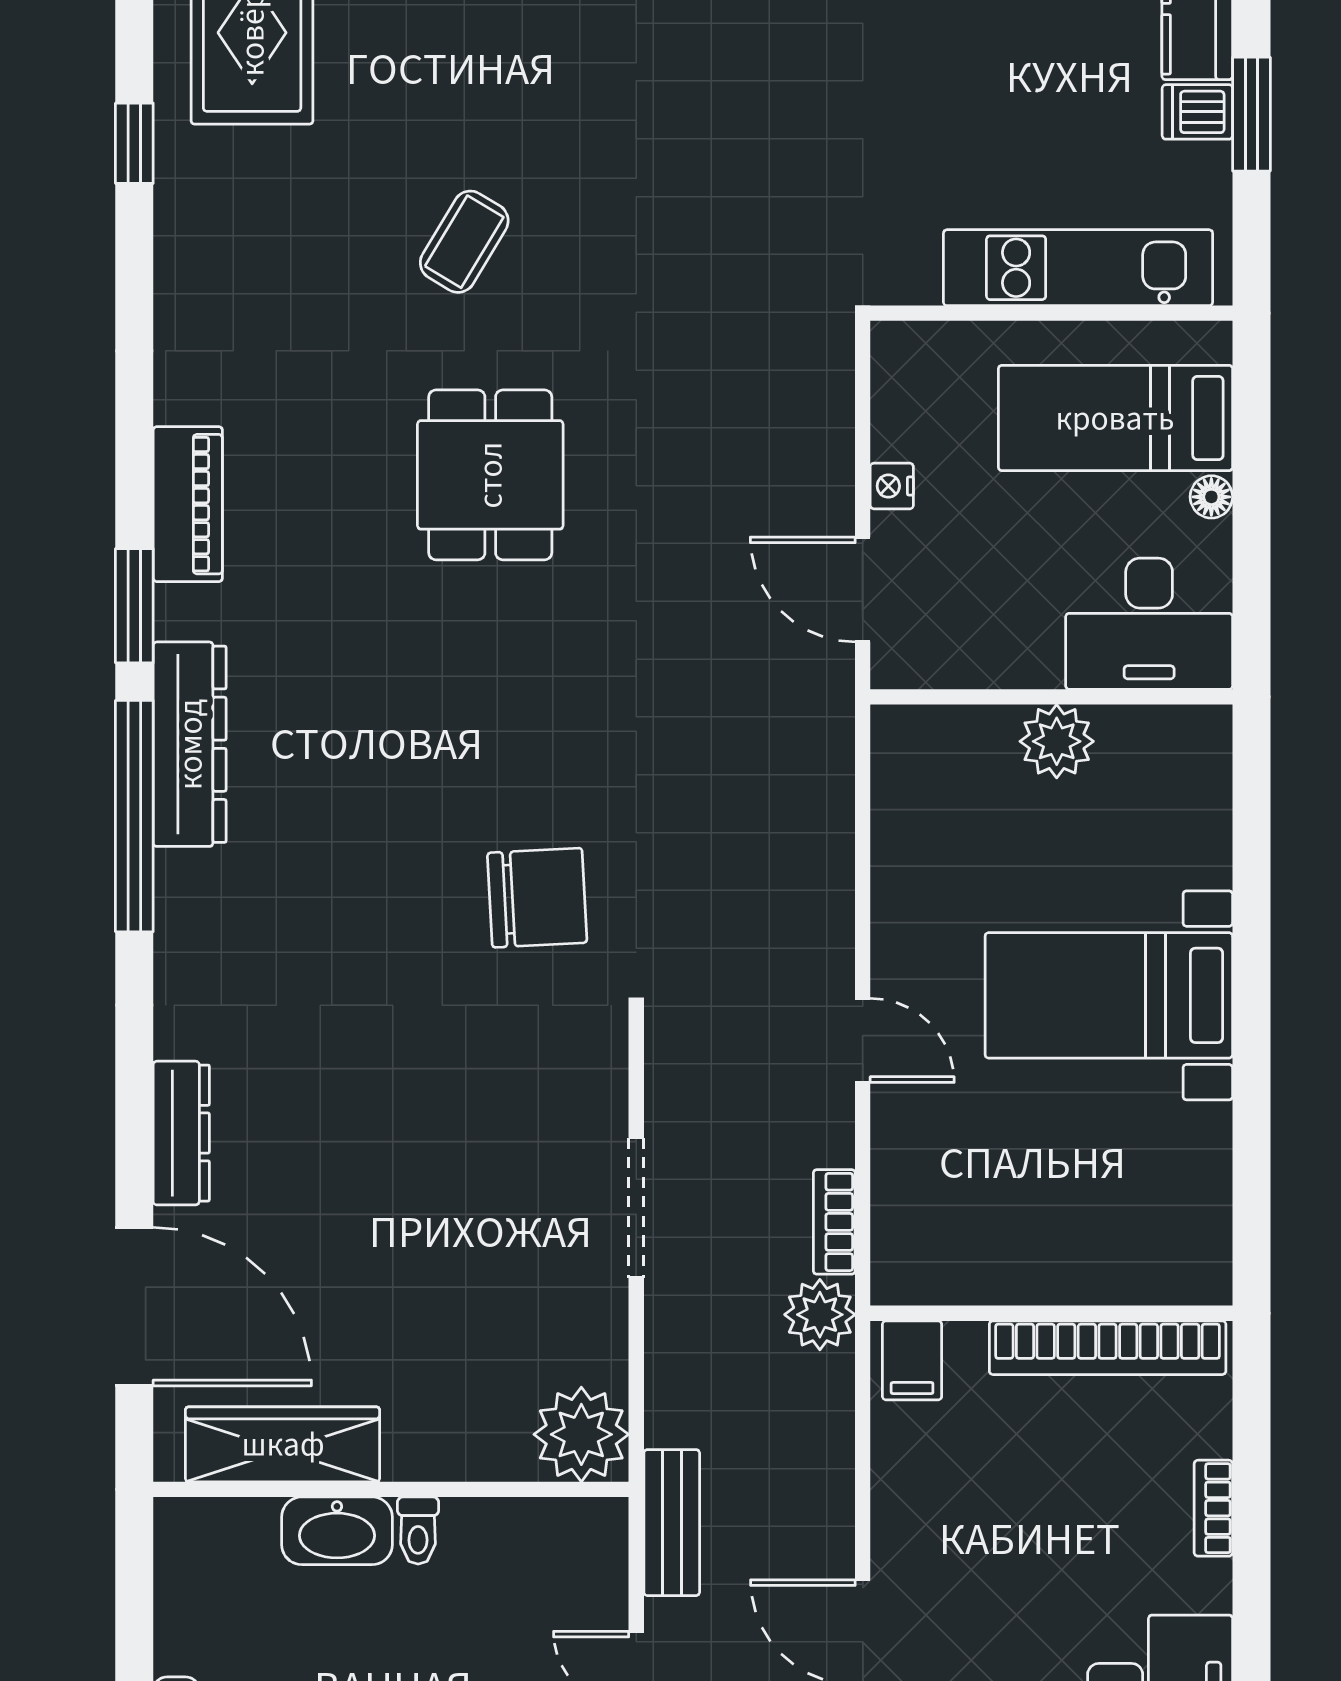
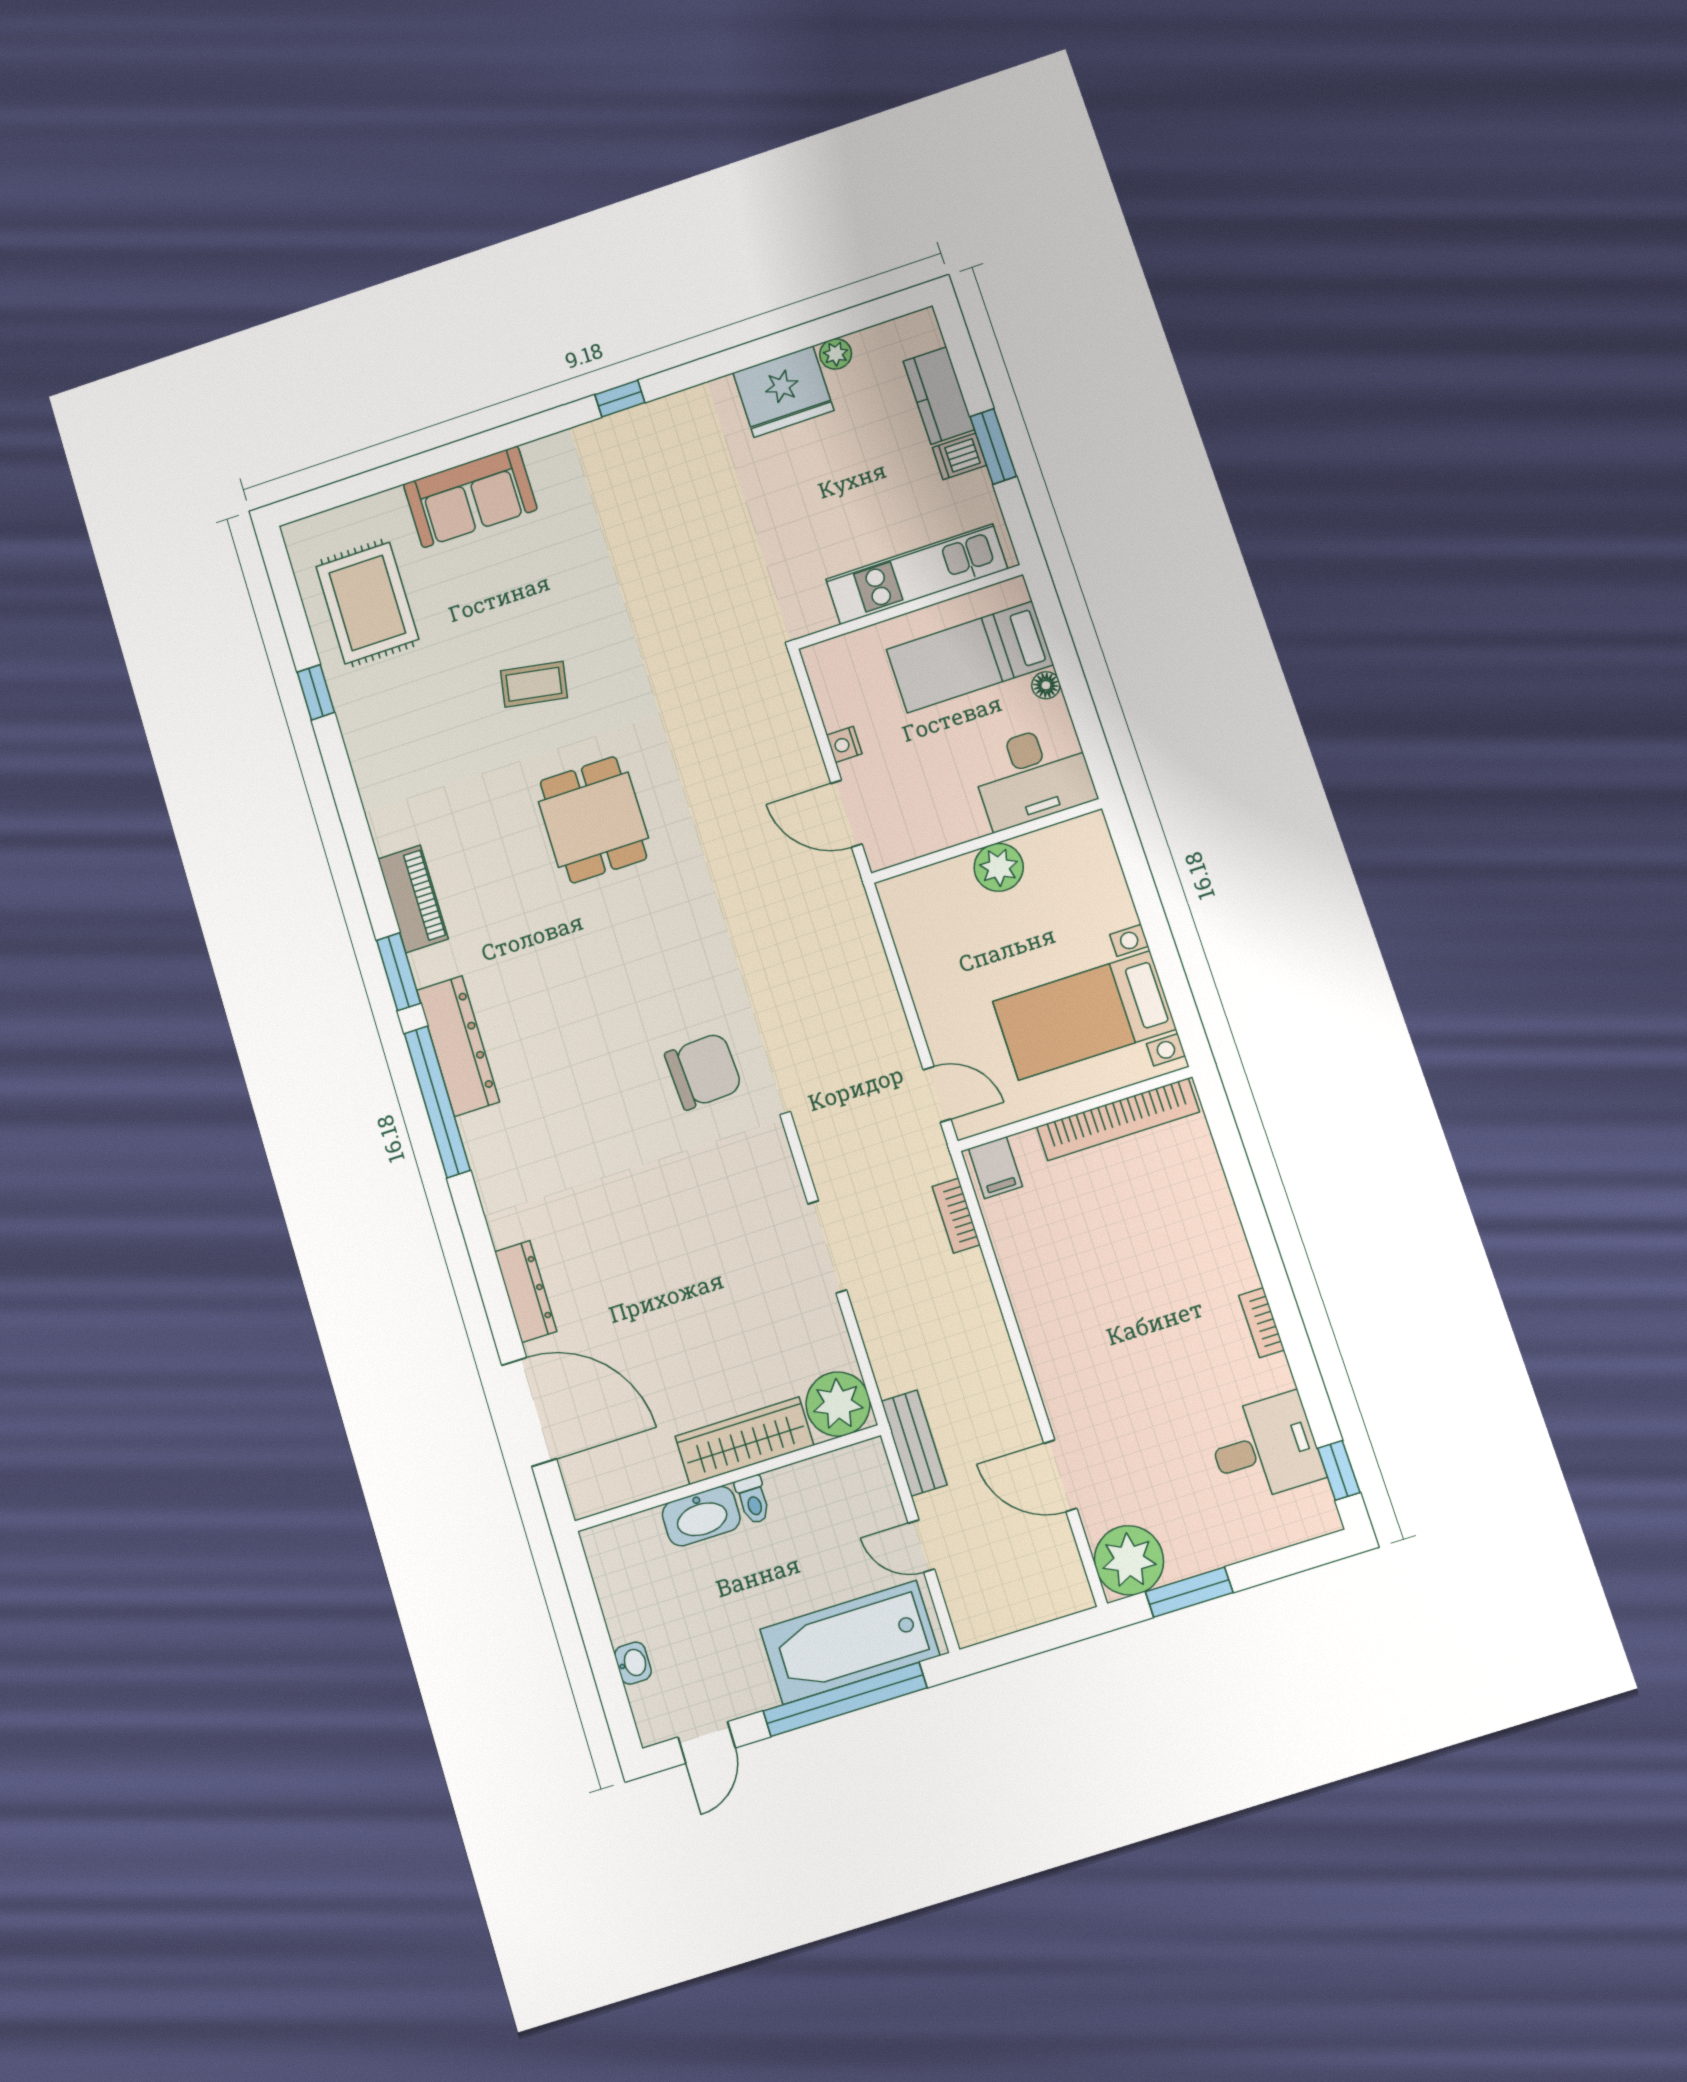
coffee table: (464, 242) -> (534, 684), turned 69
wall: (1051, 1313) -> (1075, 1109), moved
plant: (820, 1315) -> (966, 1278), removed
bookcase: (1108, 1348) -> (1118, 1119), moved
filing cabinet: (912, 1360) -> (995, 1168), moved
wardrobe: (283, 1444) -> (744, 1441), moved

